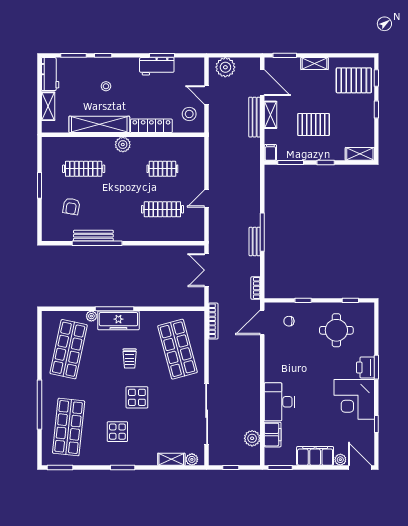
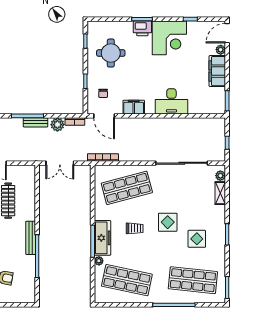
bench: (93, 236) -> (31, 238), moved
filing cabinet: (273, 435) -> (134, 107), moved
plant: (252, 438) -> (57, 125), moved

